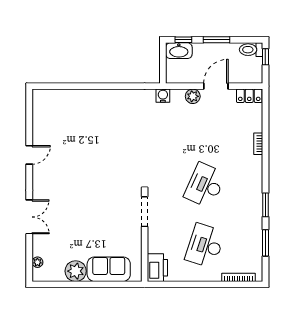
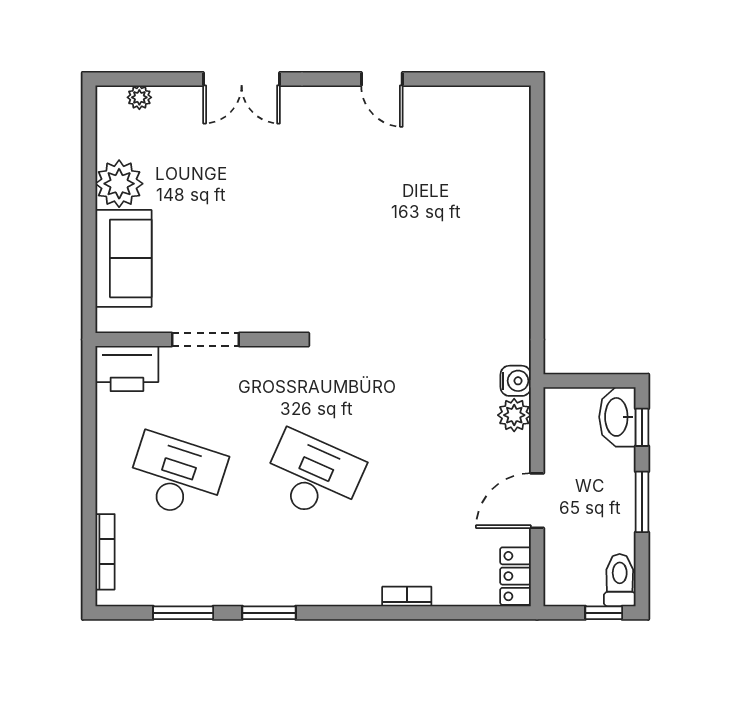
door: (216, 86) -> (537, 501), swing flipped
plant: (193, 96) -> (514, 415), moved
doorway: (145, 212) -> (206, 339), moved

